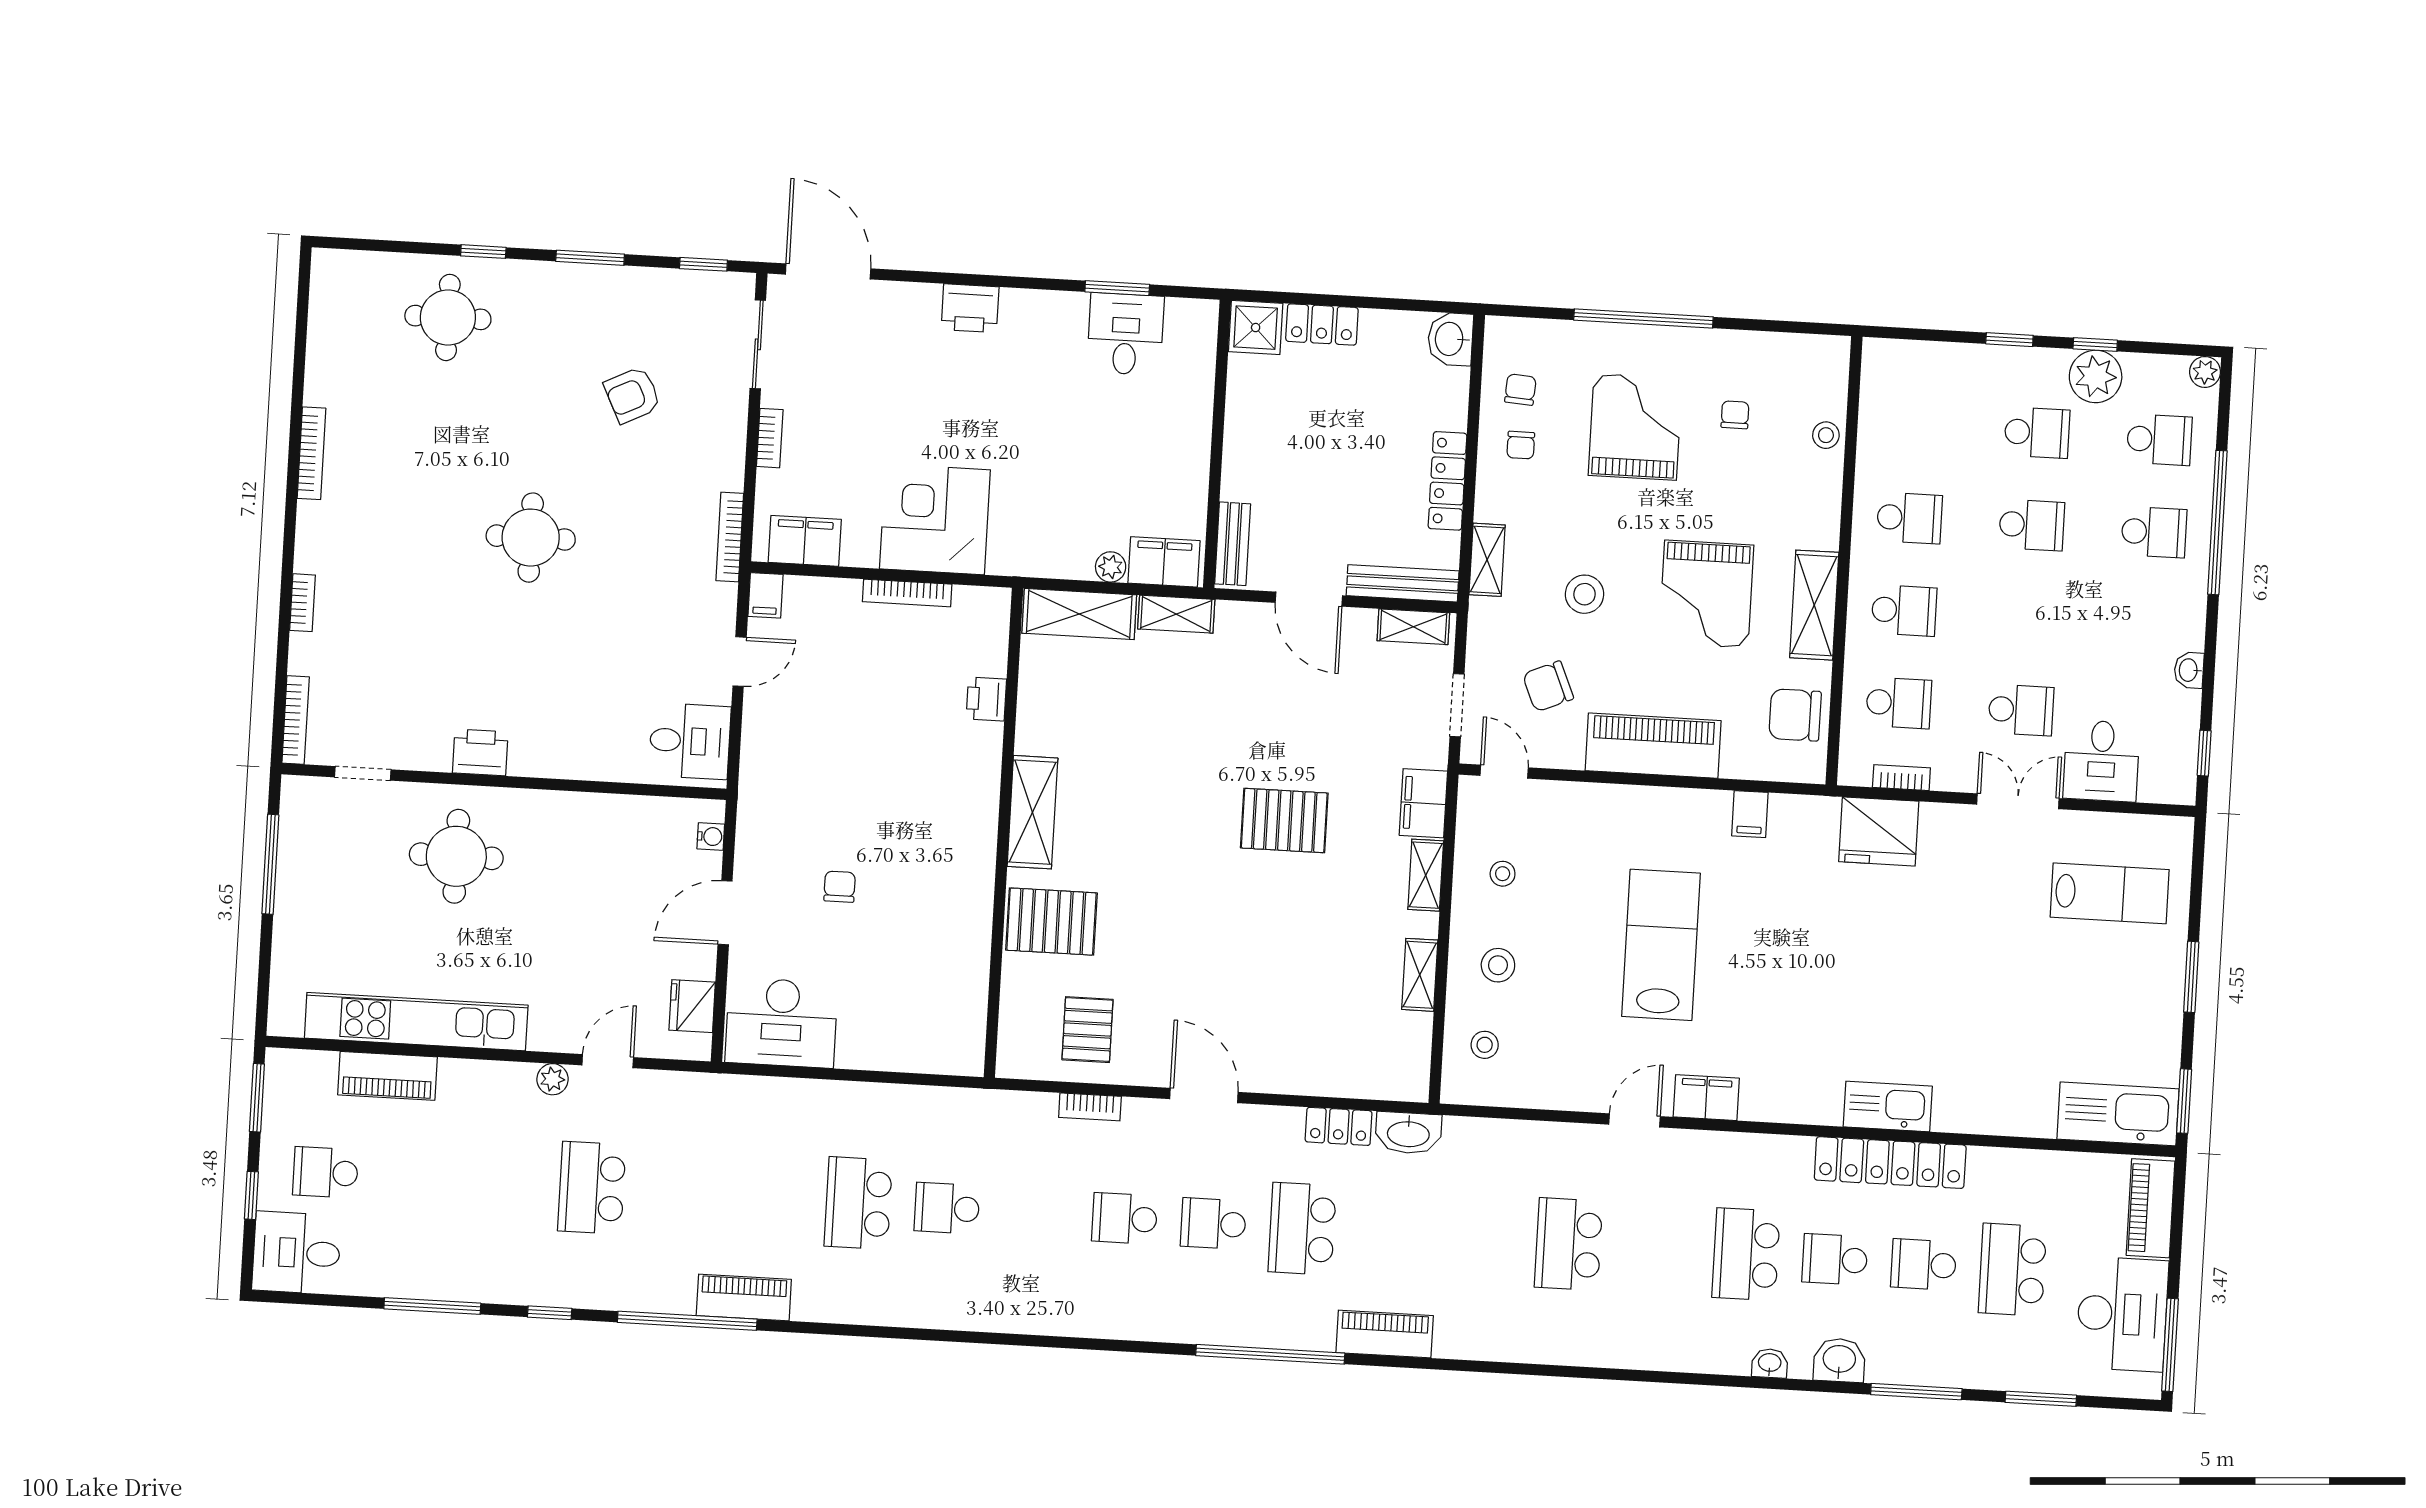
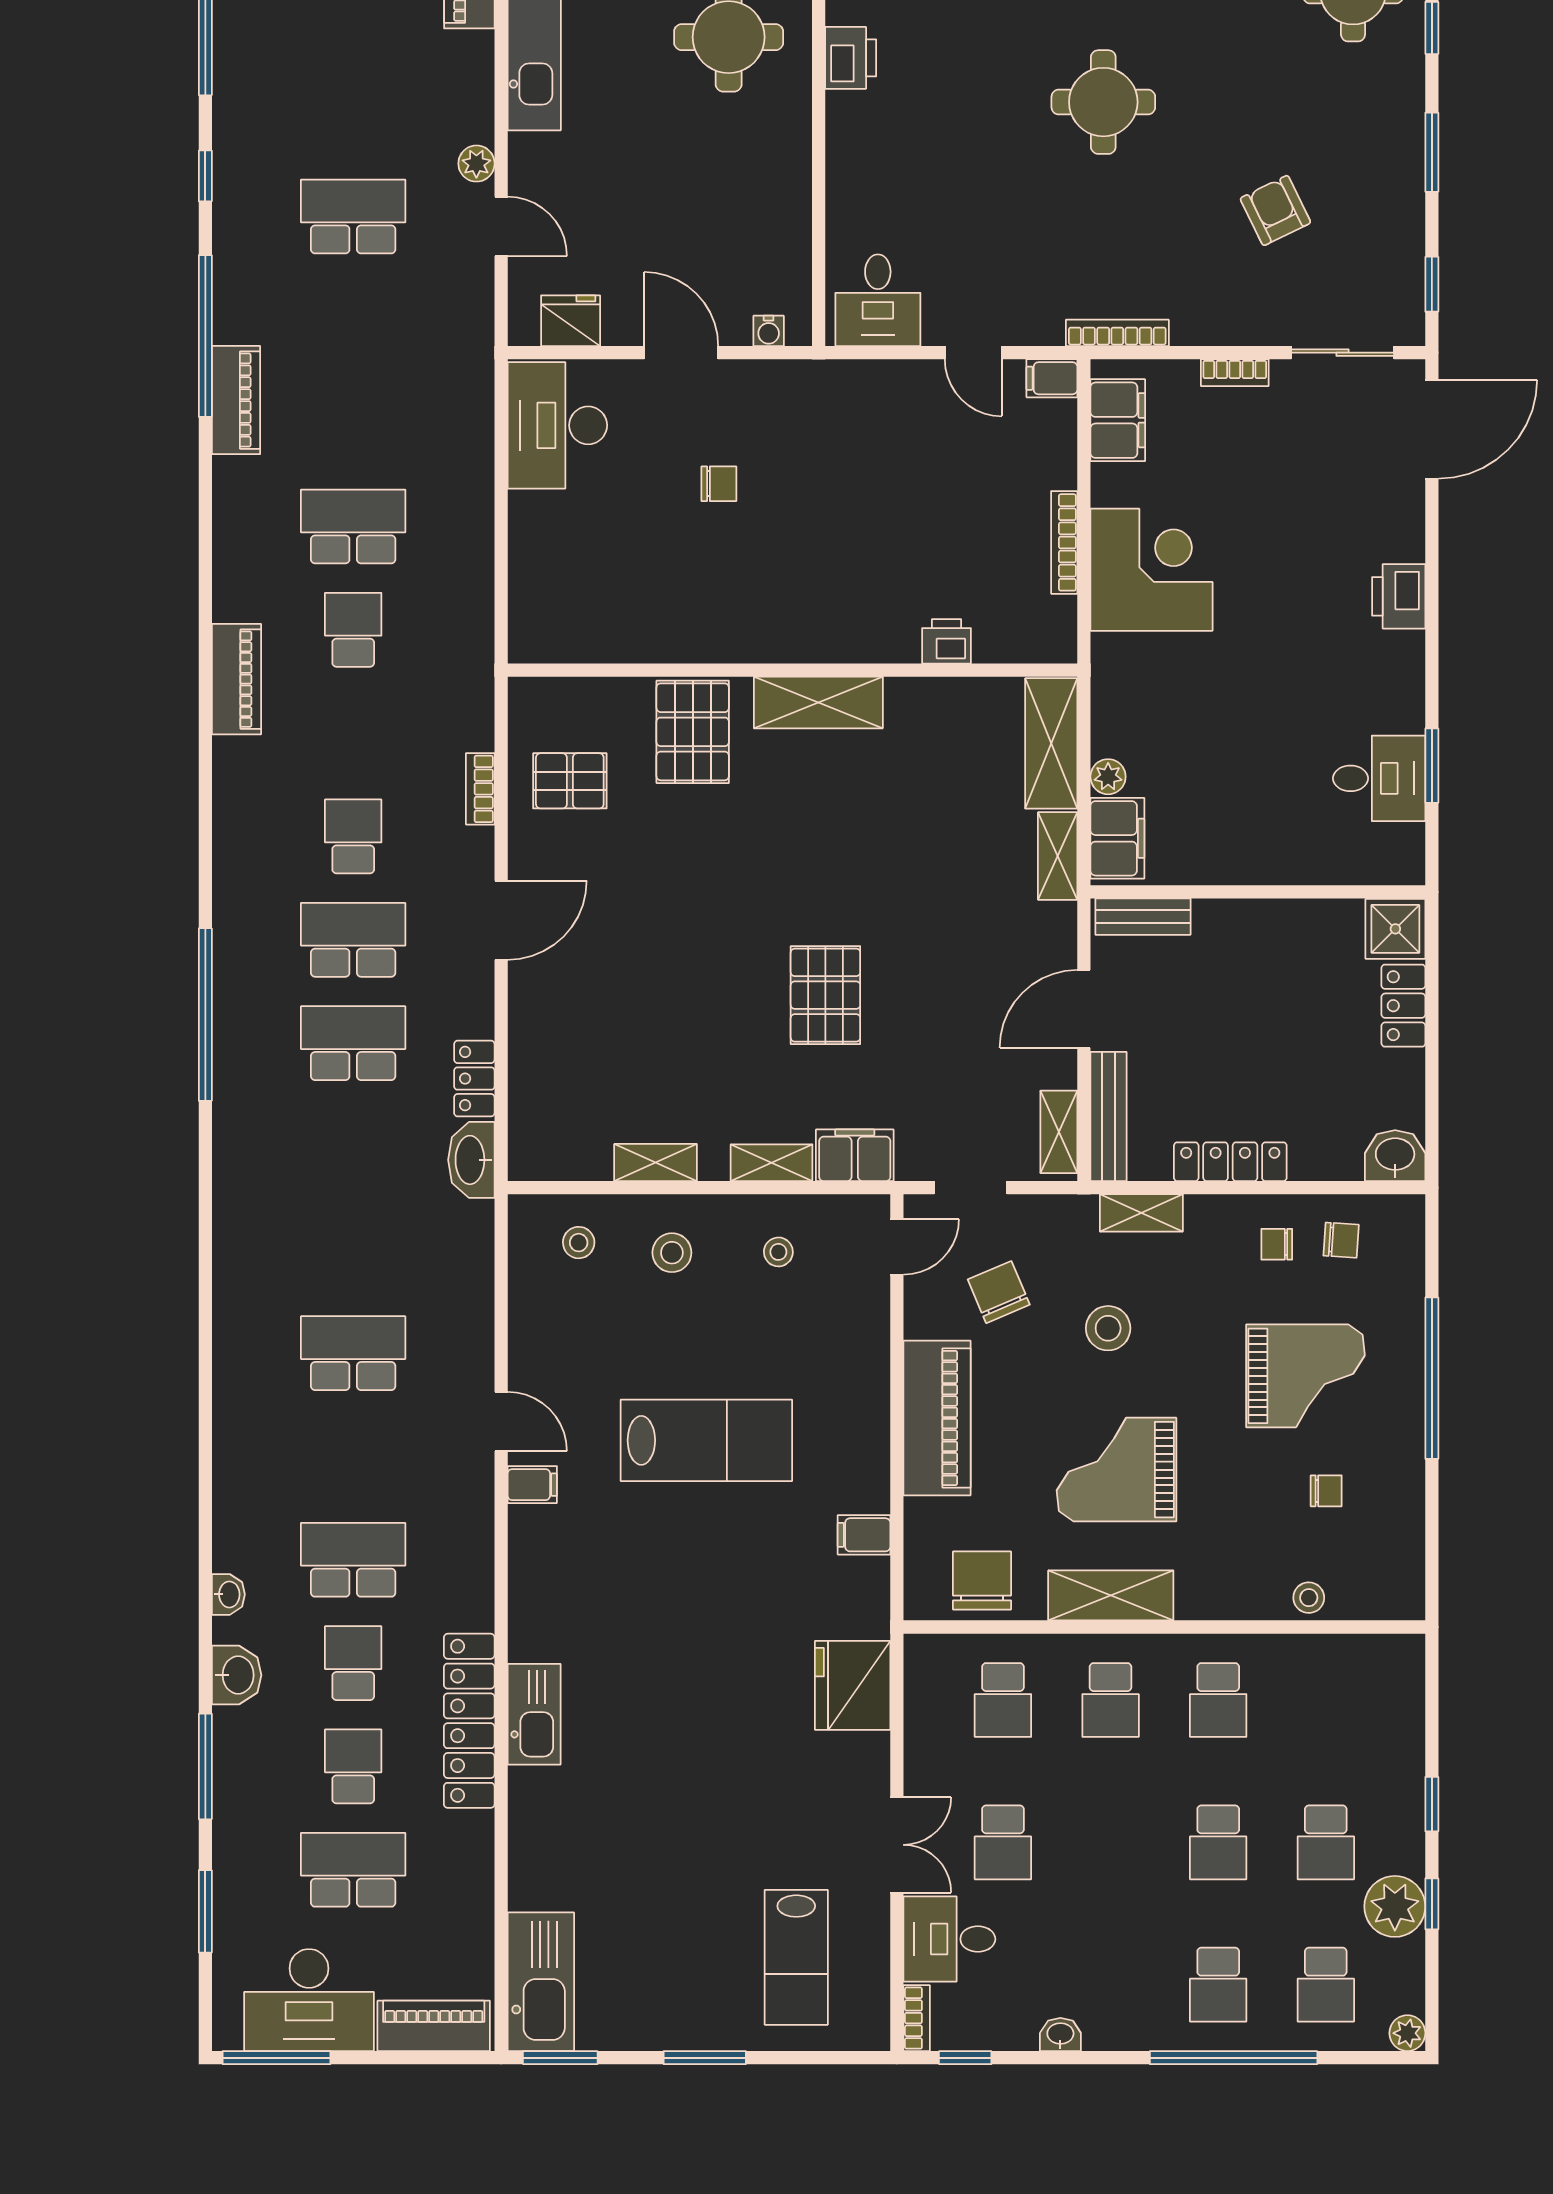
bookcase: (1901, 778) -> (917, 2018), moved
filing cabinet: (1706, 1098) -> (532, 1485), width x0.50
school desk: (1213, 1224) -> (353, 940), width x1.85
piano: (1385, 1334) -> (237, 679), moved

